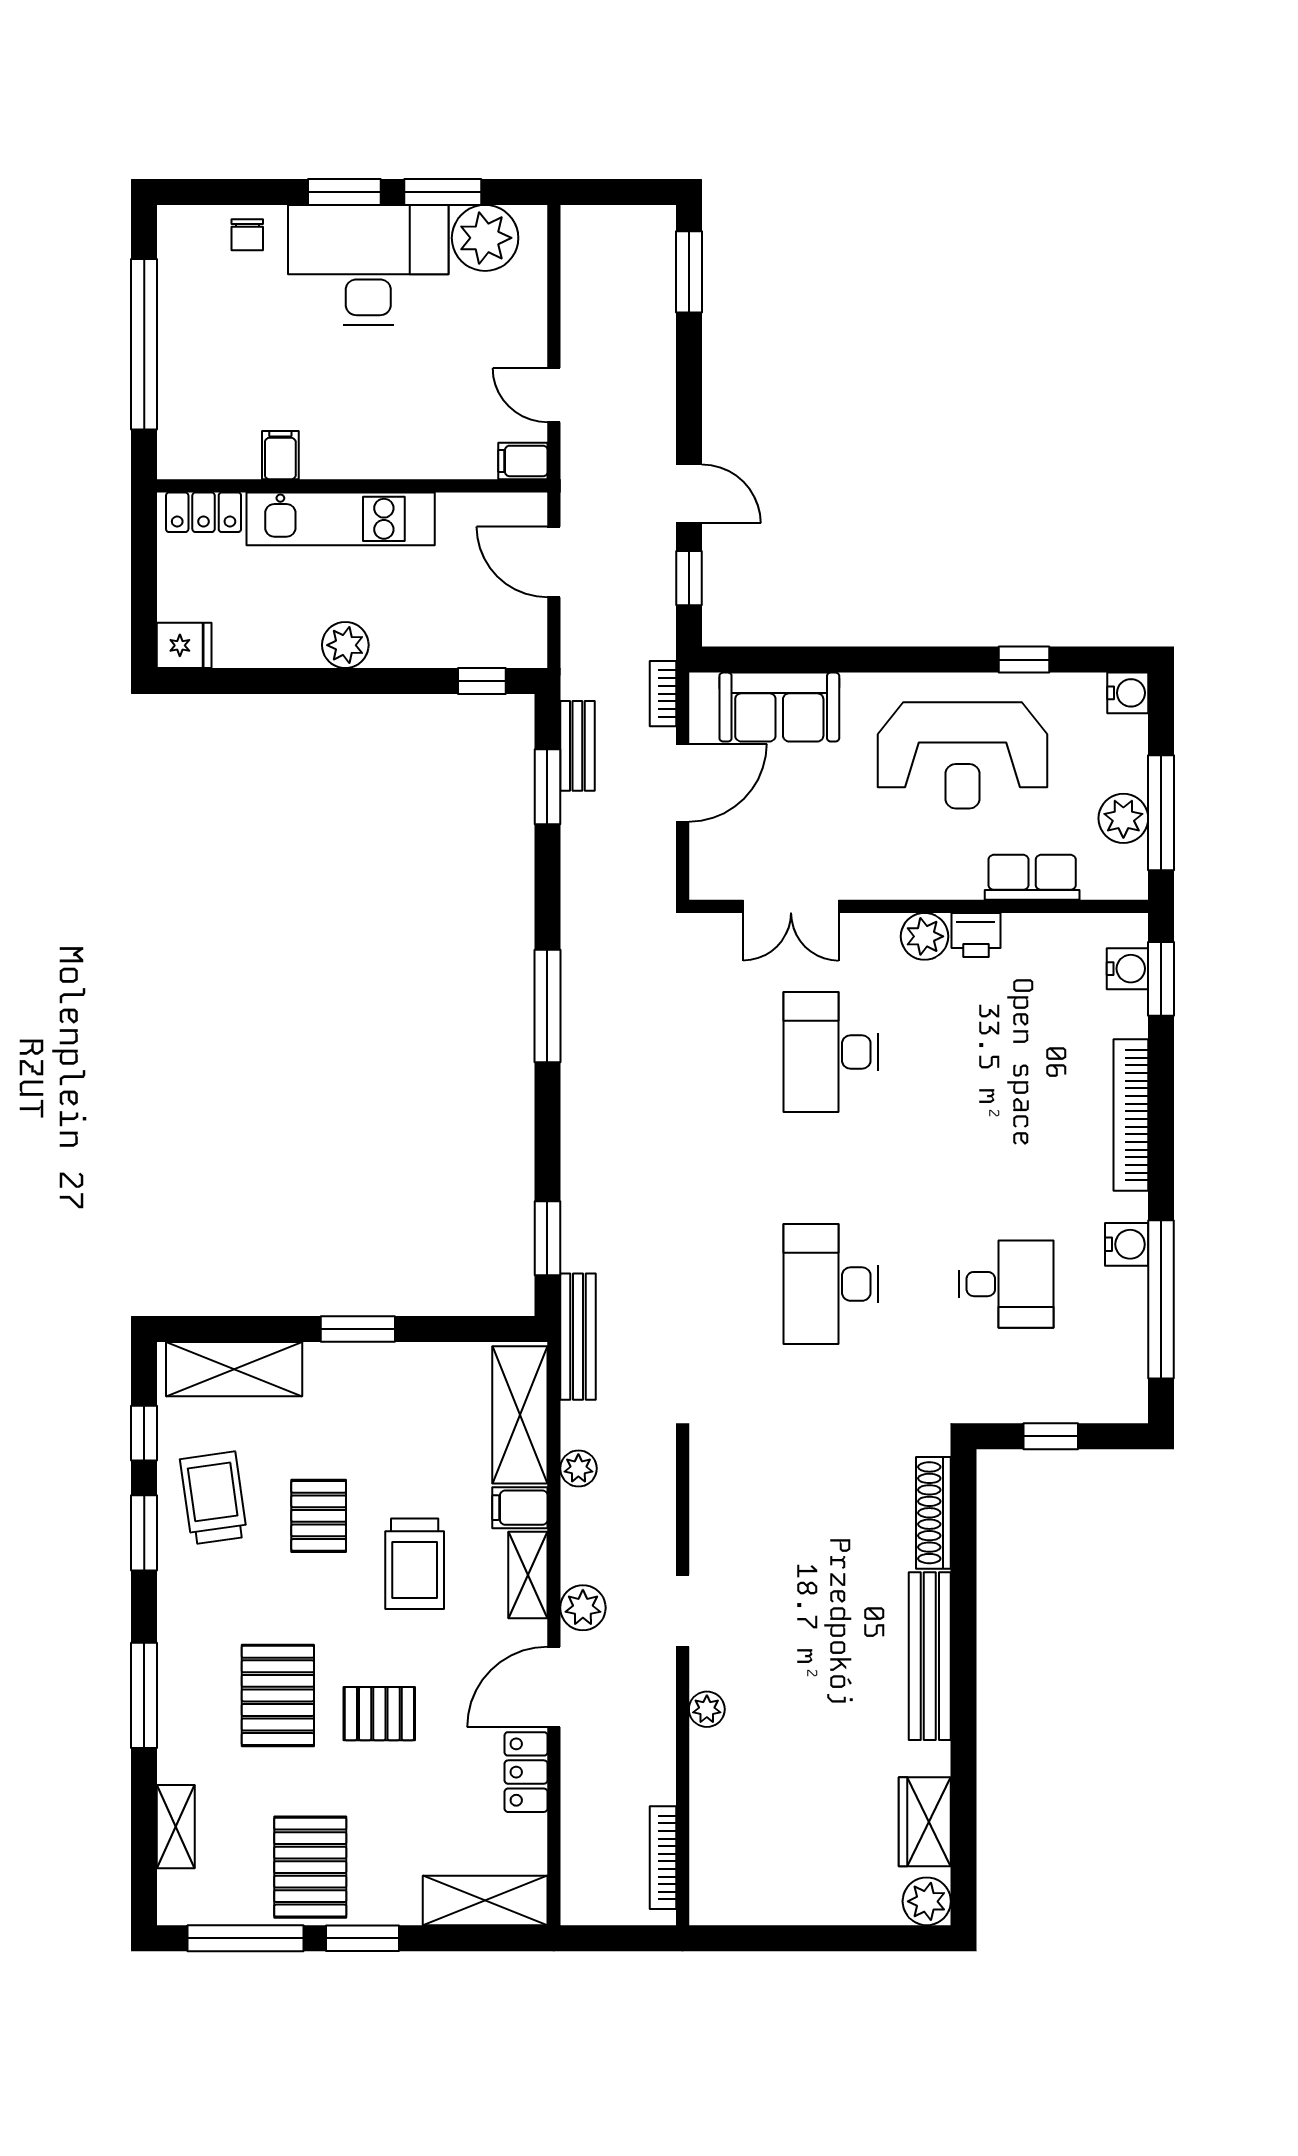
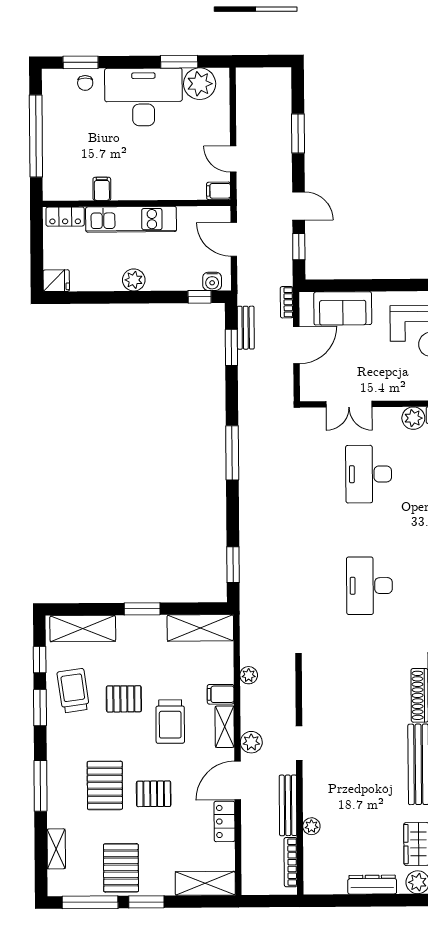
window: (344, 192) -> (81, 62), moved
window: (689, 272) -> (298, 134), moved
water cooler: (508, 649) -> (212, 281), added
bench: (578, 1337) -> (288, 805), moved
shelving: (520, 1415) -> (200, 628), moved, turned 90
pallet: (319, 1516) -> (124, 699), turned 90
plant: (707, 1709) -> (311, 826), moved
dresser: (832, 1906) -> (372, 885), added

